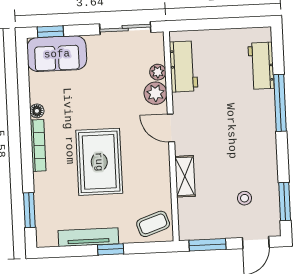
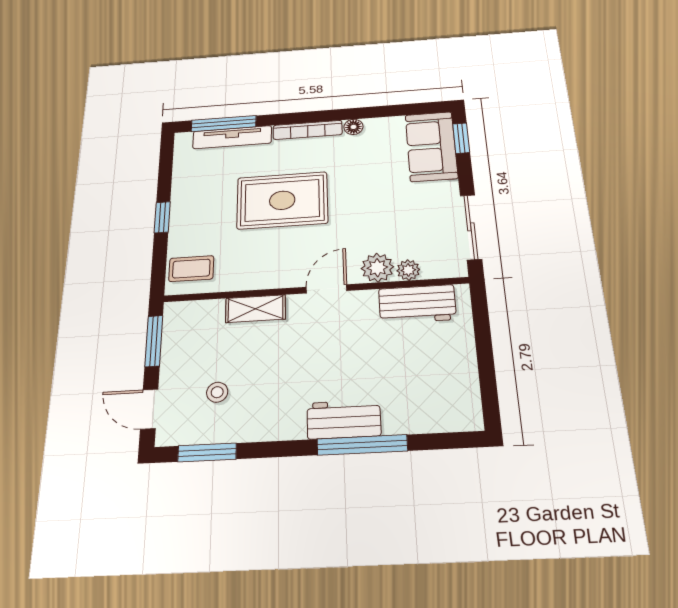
workbench: (261, 66) -> (344, 419), moved
window: (29, 210) -> (224, 124), width x1.44
coffee table: (153, 224) -> (191, 269), turned -71
tv unit: (88, 237) -> (232, 137), moved, turned 90

